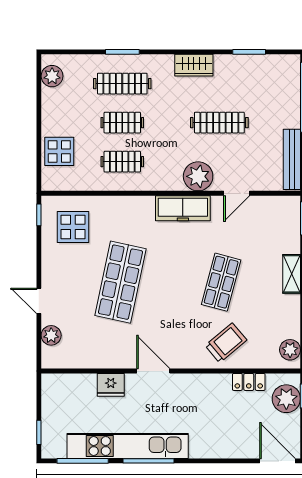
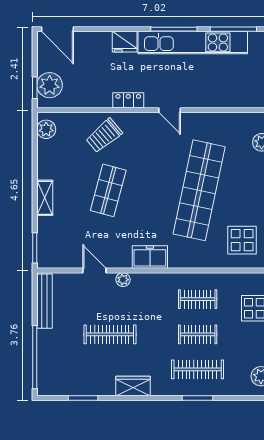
plant: (198, 176) -> (123, 280), width x0.53, depth x0.53
door: (237, 193) -> (94, 270), hinge flipped
freezer: (183, 208) -> (150, 257), width x0.71
shop shelf: (120, 282) -> (199, 190), width x1.40
door: (153, 371) -> (170, 110), width x0.73
locker: (249, 382) -> (128, 100), moved
fridge: (111, 385) -> (125, 42), moved, turned 180

